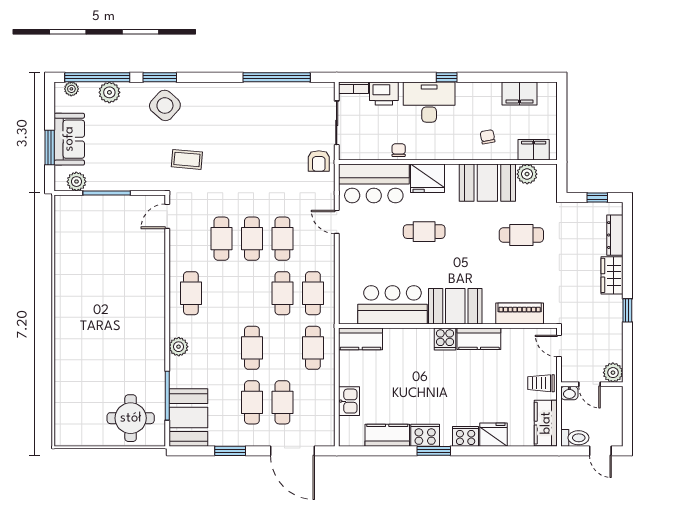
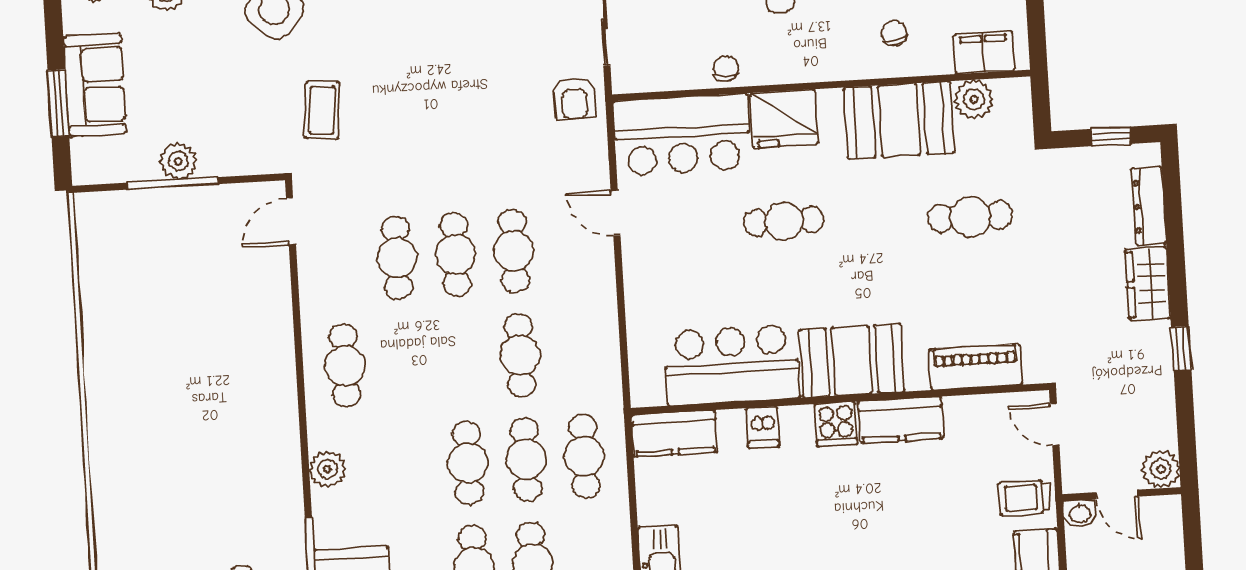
coffee table: (187, 159) -> (322, 110), turned 90
plant: (76, 182) -> (178, 161), moved
cafe table: (313, 293) -> (526, 459), moved
dishwasher: (407, 338) -> (763, 427), added

